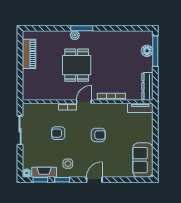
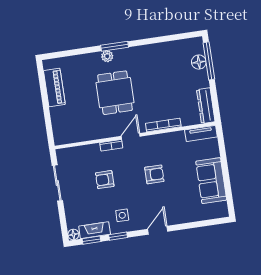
sofa: (143, 160) -> (211, 181), moved

